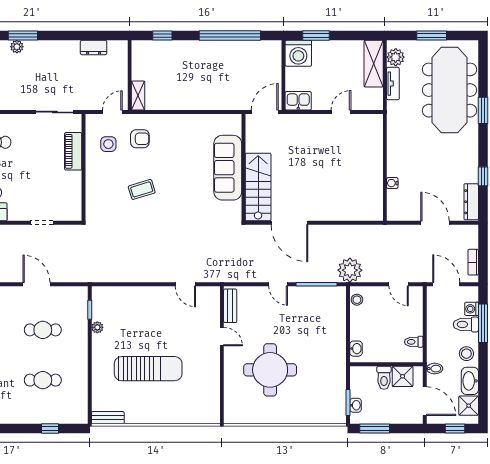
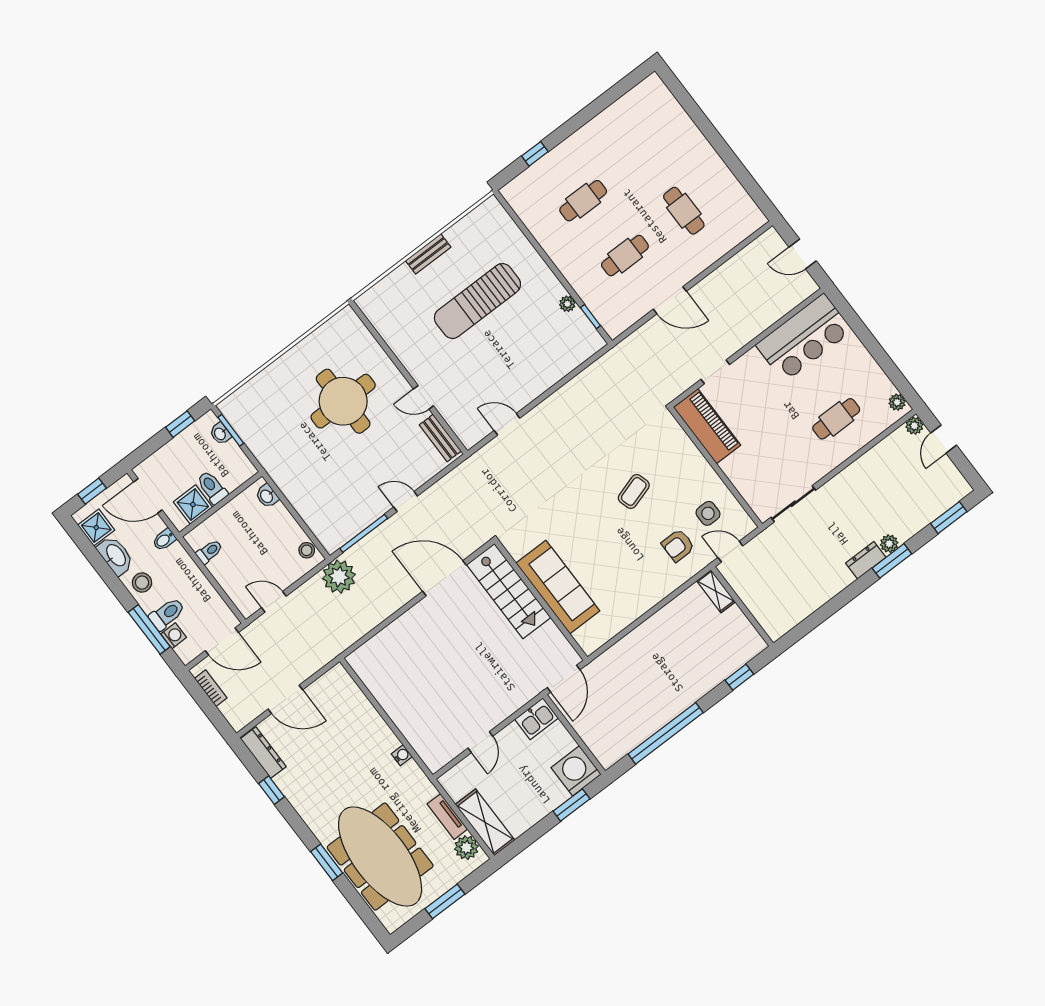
dresser: (94, 47) -> (866, 560), moved
door: (112, 112) -> (730, 552), swing flipped
piano: (73, 151) -> (707, 426), moved, width x1.37, depth x1.33
water cooler: (392, 183) -> (402, 755), moved
bench: (108, 418) -> (428, 254), moved
window: (375, 428) -> (180, 424), width x0.67

